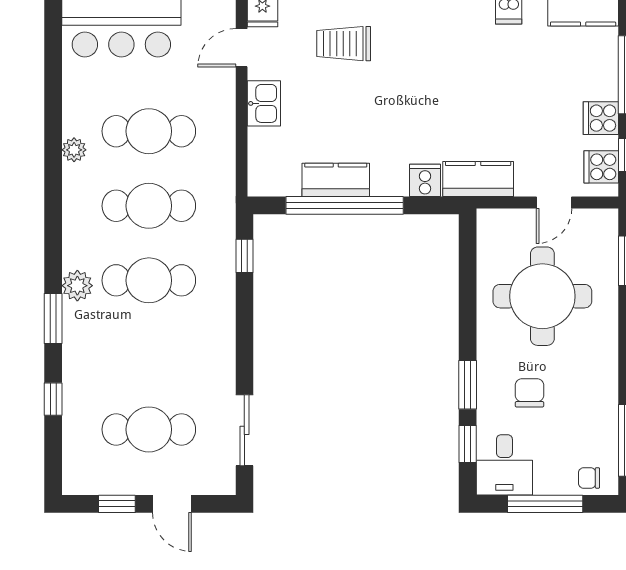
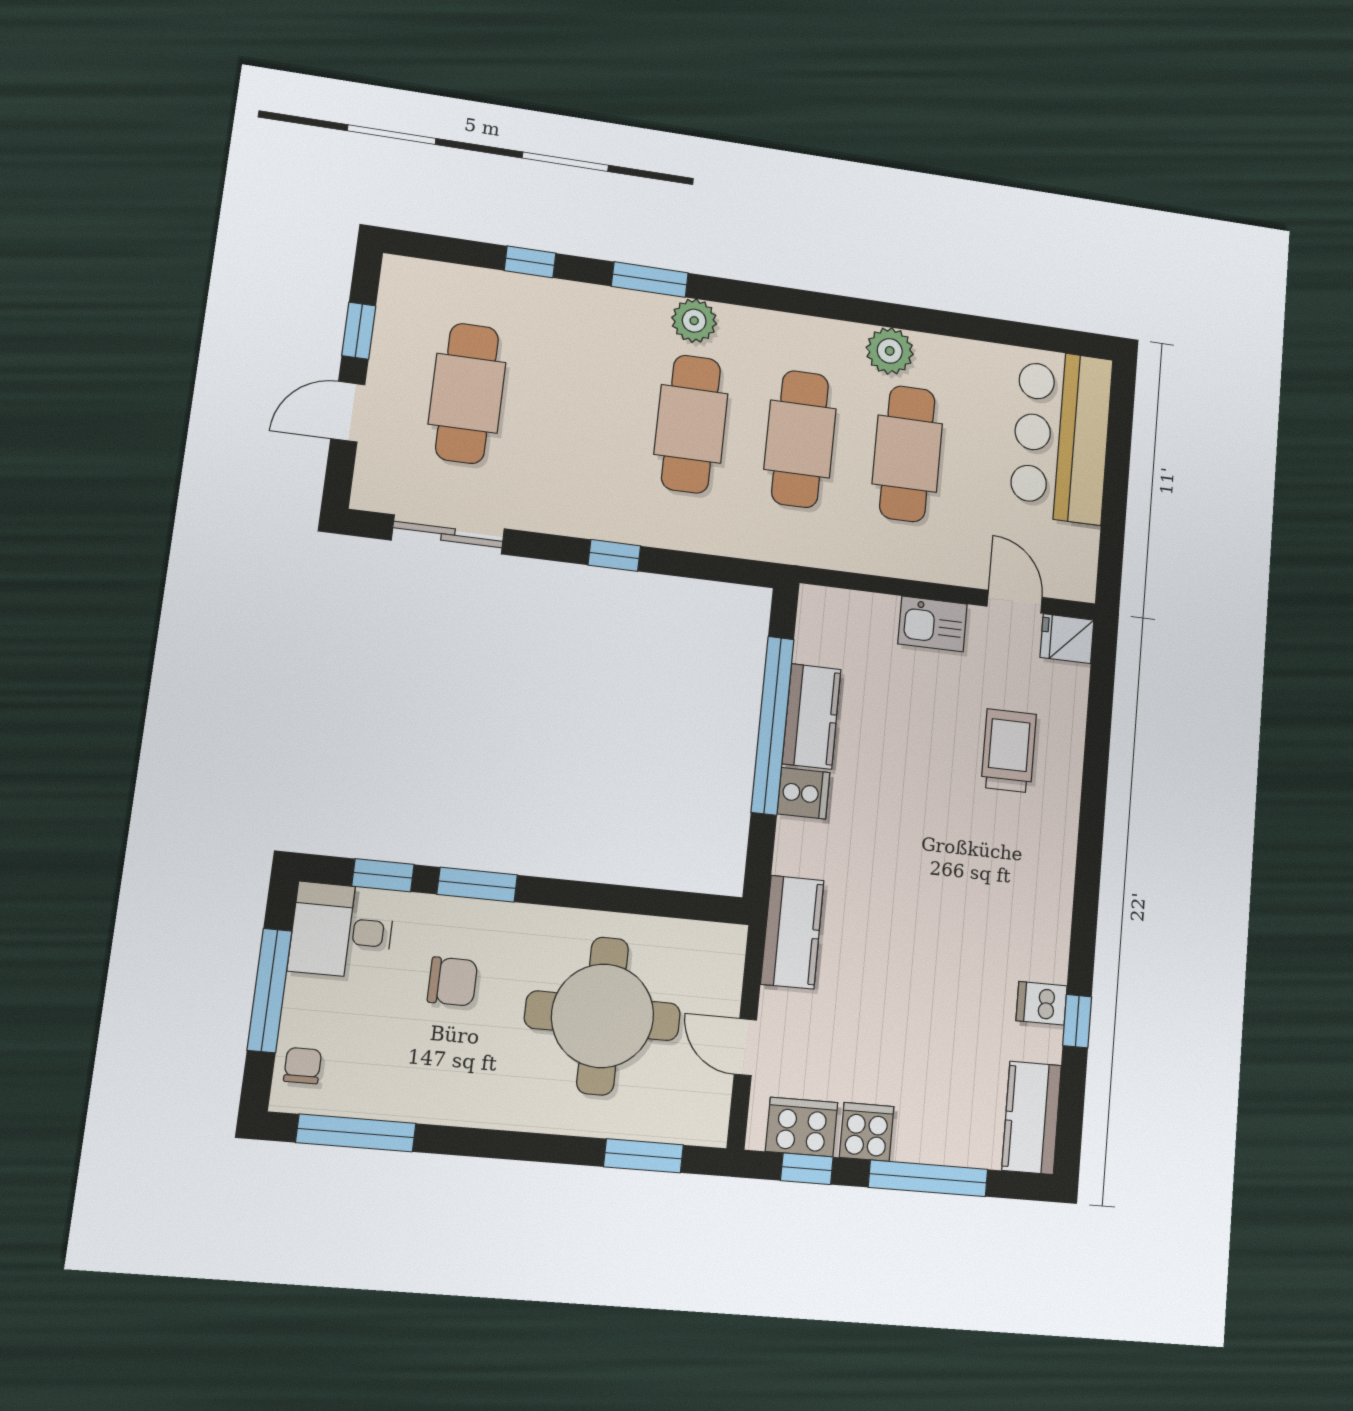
plant: (74, 150) -> (890, 351), width x1.38, depth x1.38
cooker: (601, 167) -> (802, 1127), width x1.36
cooker: (425, 180) -> (804, 793), moved
window: (244, 256) -> (614, 555), moved

